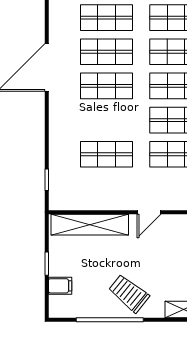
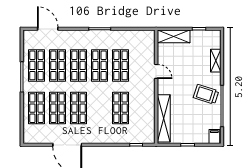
door: (149, 212) -> (156, 71), moved
filing cabinet: (60, 286) -> (214, 137), moved
trolley: (129, 293) -> (206, 94), turned 69

